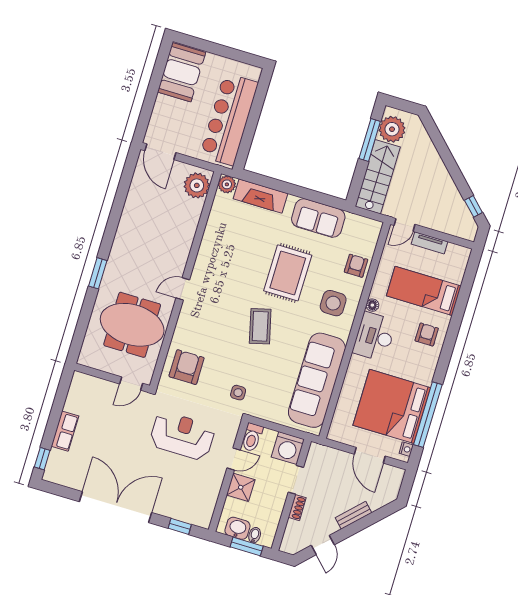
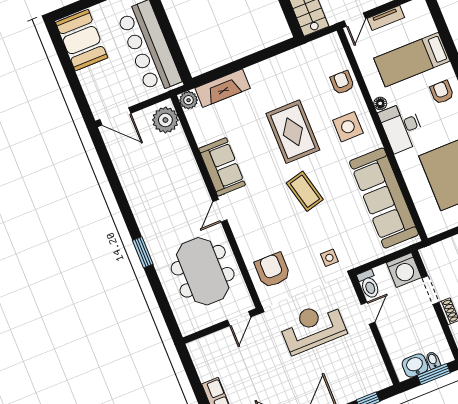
sofa: (318, 218) -> (222, 167), moved, turned -90
meeting table: (132, 325) -> (203, 271), turned 90
shower: (241, 487) -> (392, 331), removed

